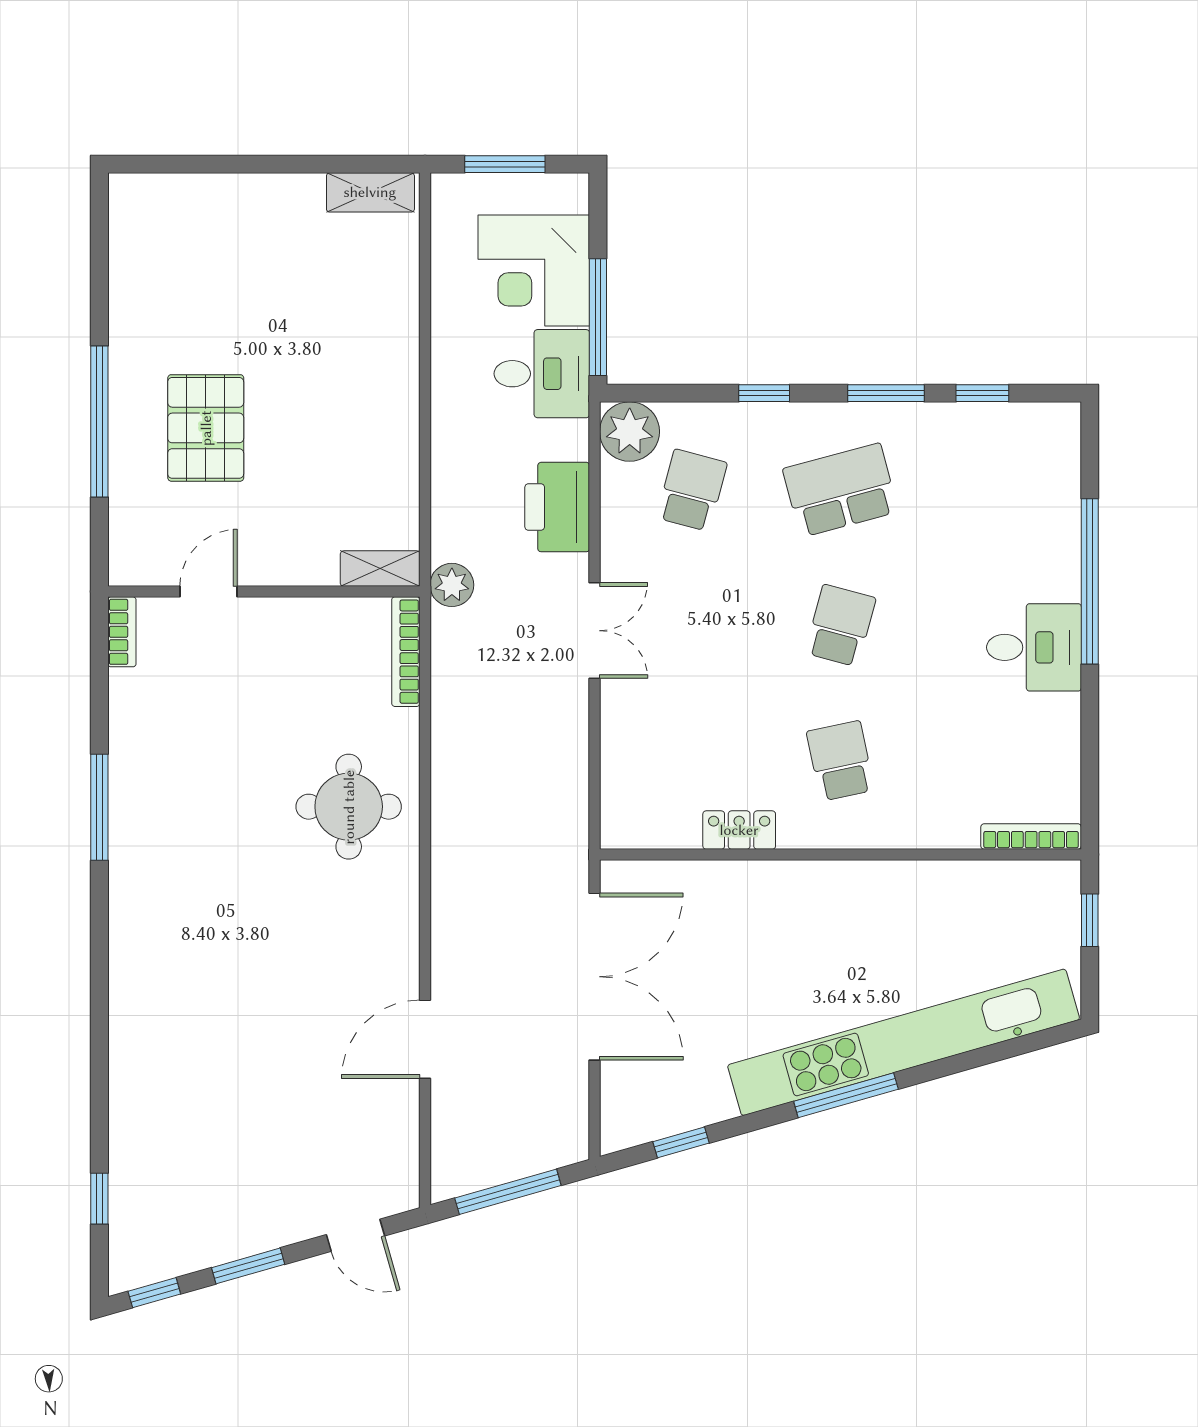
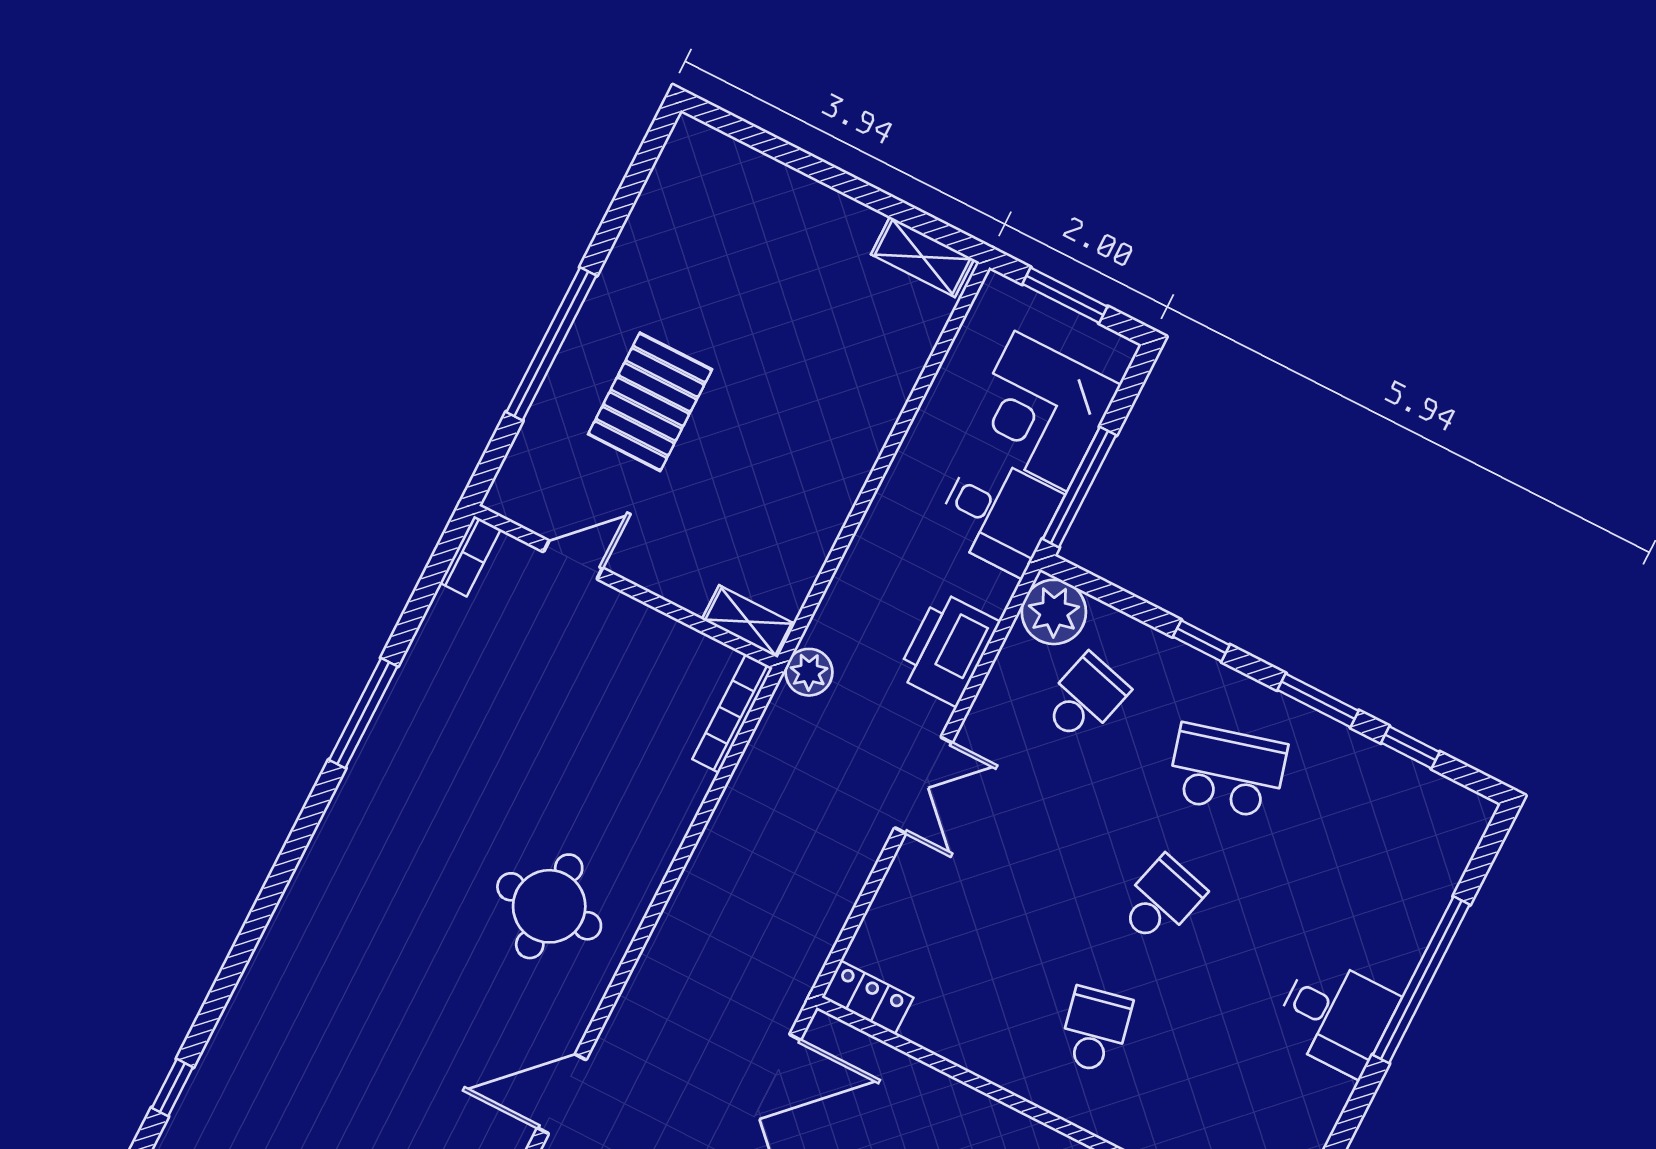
round table: (349, 807) -> (549, 906), moved
locker: (739, 830) -> (868, 997), moved

